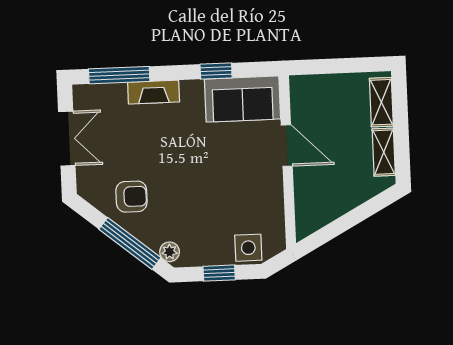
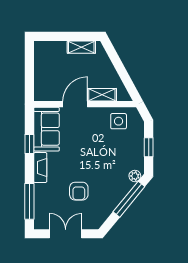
fireplace: (154, 92) -> (40, 167), moved
shelving: (381, 102) -> (102, 95), moved
armchair: (131, 197) -> (79, 191), moved, turned 180
side table: (248, 248) -> (119, 121), moved

